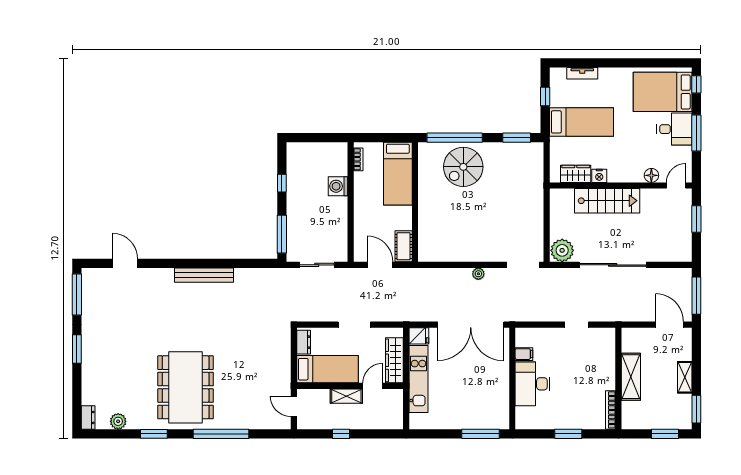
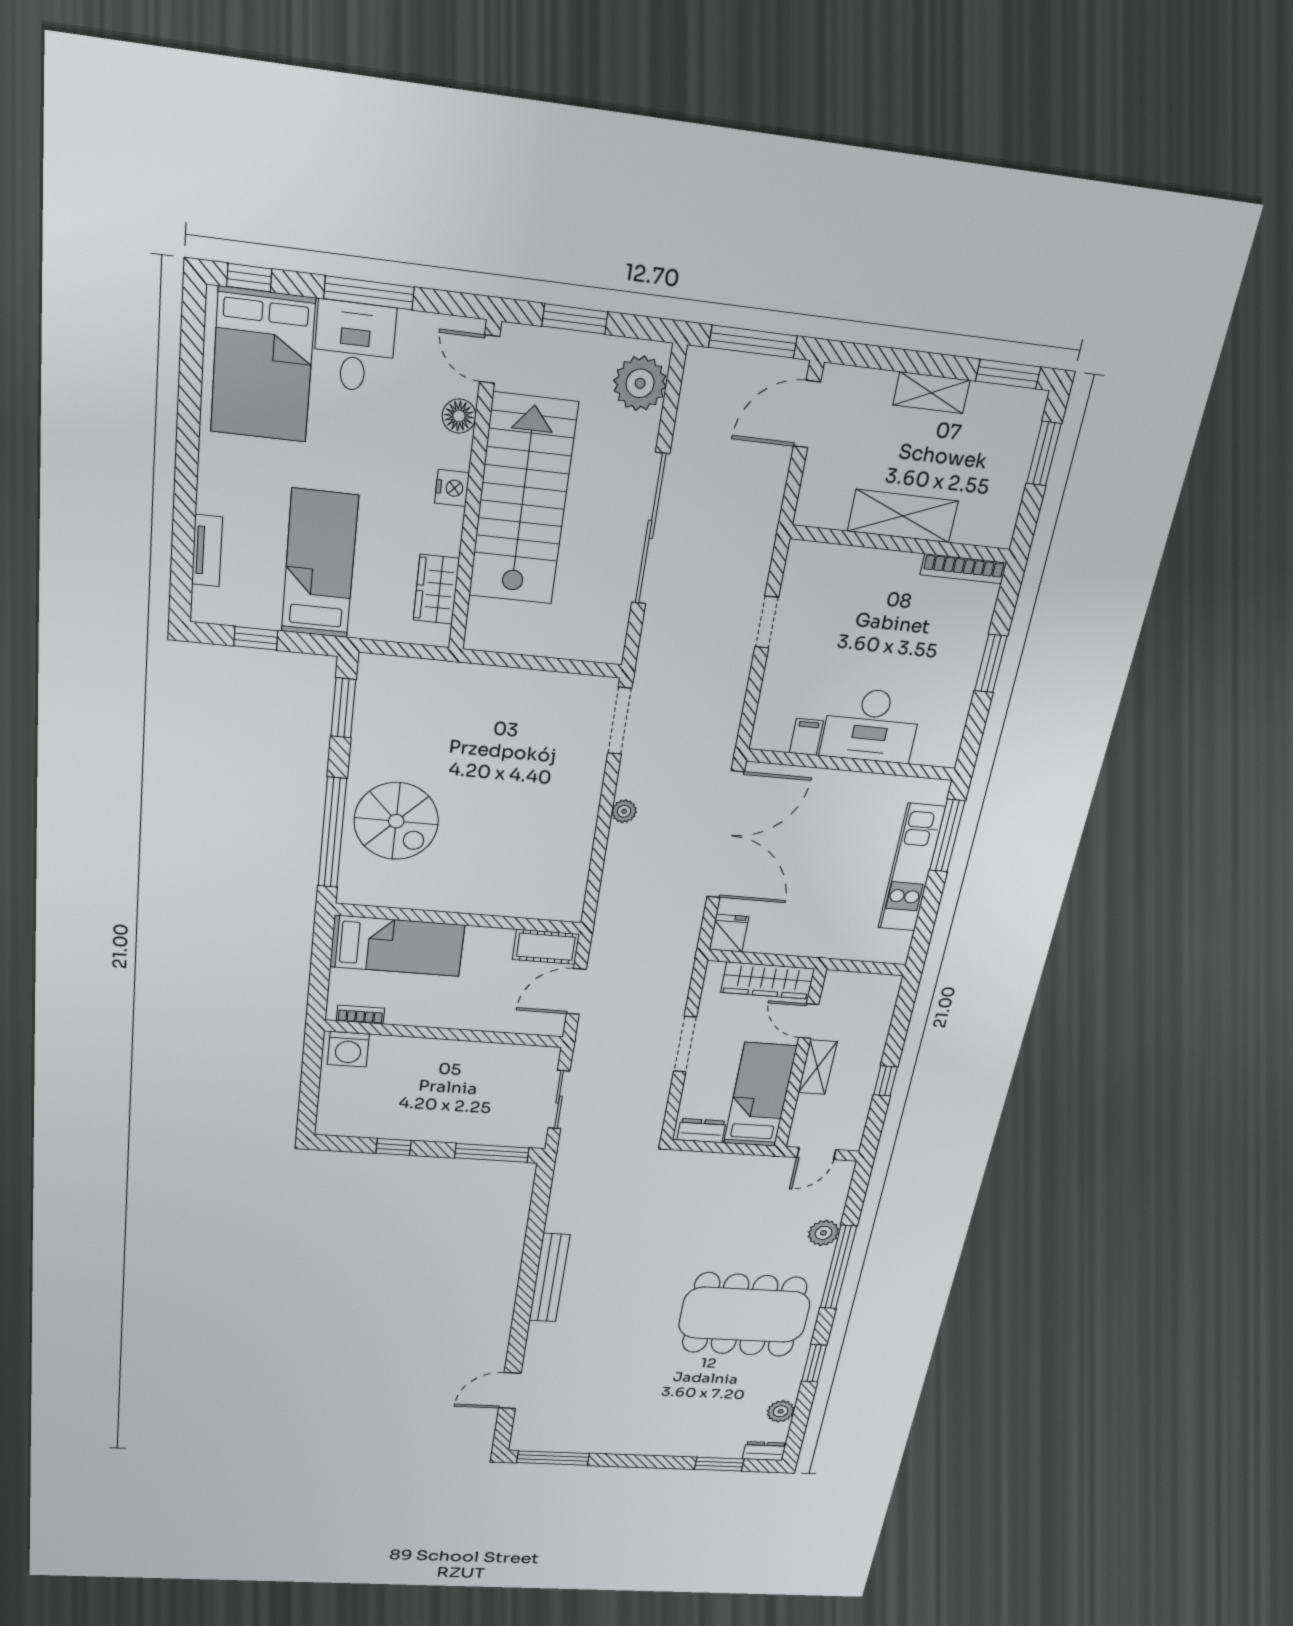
nightstand: (599, 176) -> (452, 488), moved
washing machine: (338, 186) -> (348, 1049), moved
stairs: (607, 201) -> (523, 500), width x1.36, depth x1.51
plant: (562, 250) -> (640, 383), moved
window: (77, 349) -> (719, 1464), moved
kitchen unit: (419, 379) -> (911, 868), moved, turned -90
plant: (243, 421) -> (823, 1233), added

